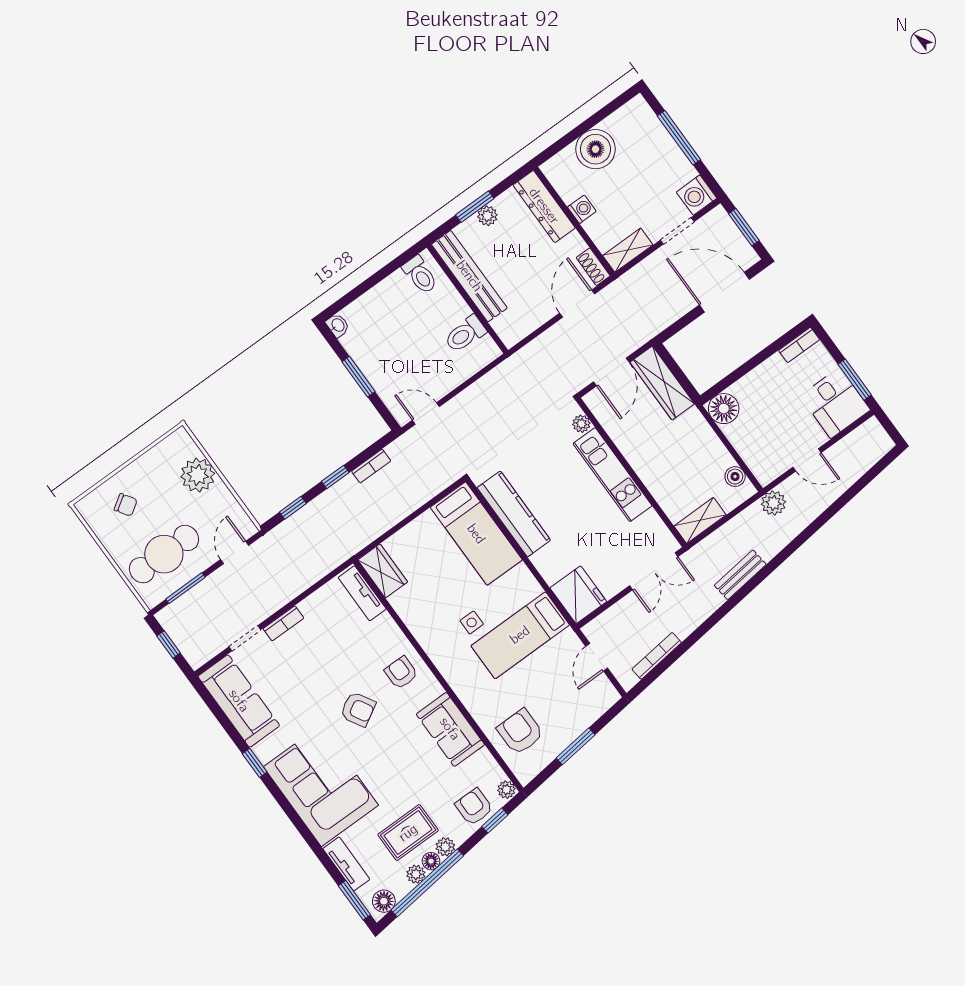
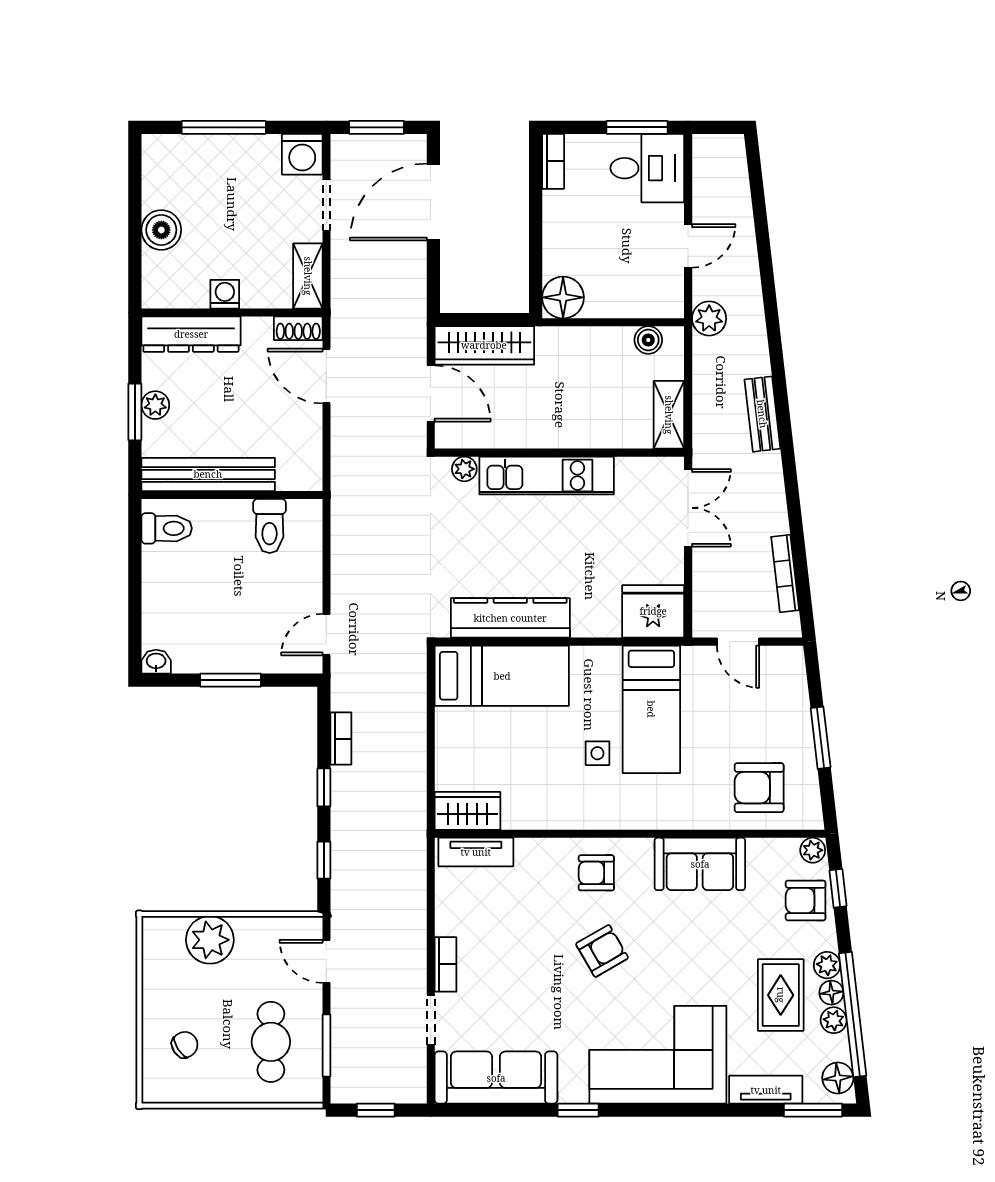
boiler: (595, 149) -> (161, 230), width x0.73, depth x0.73
cafe table: (164, 554) -> (271, 1042), width x0.73, depth x0.74

